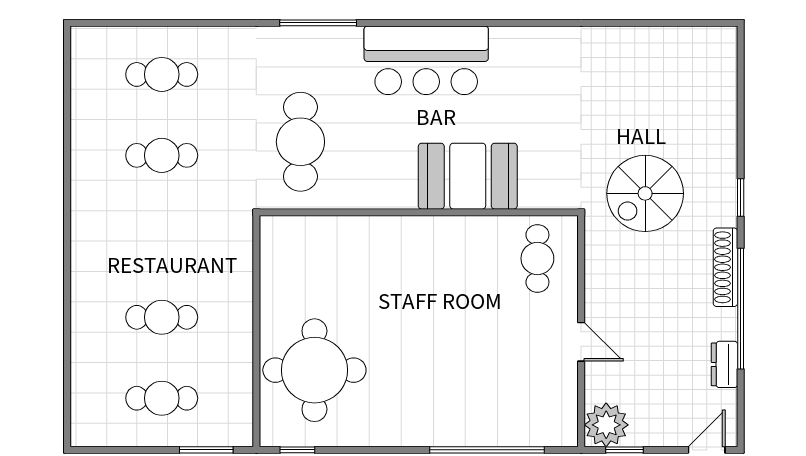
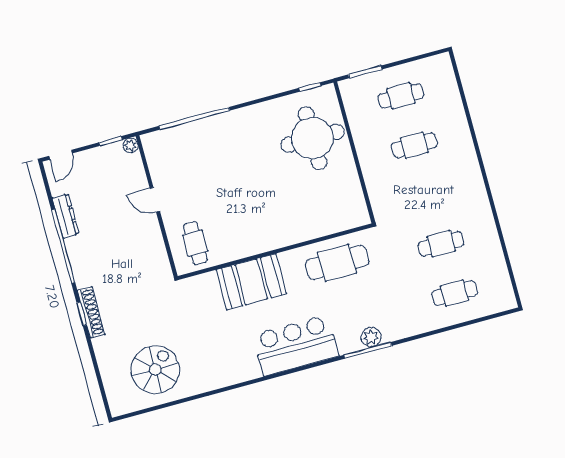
plant: (308, 42) -> (371, 337), added
cafe table: (300, 142) -> (337, 263), moved, turned 90
spiral stairs: (645, 193) -> (155, 370), moved
shoe rack: (725, 267) -> (91, 312), moved
dresser: (724, 364) -> (66, 216), width x1.44
plant: (606, 425) -> (130, 145), width x0.53, depth x0.53

